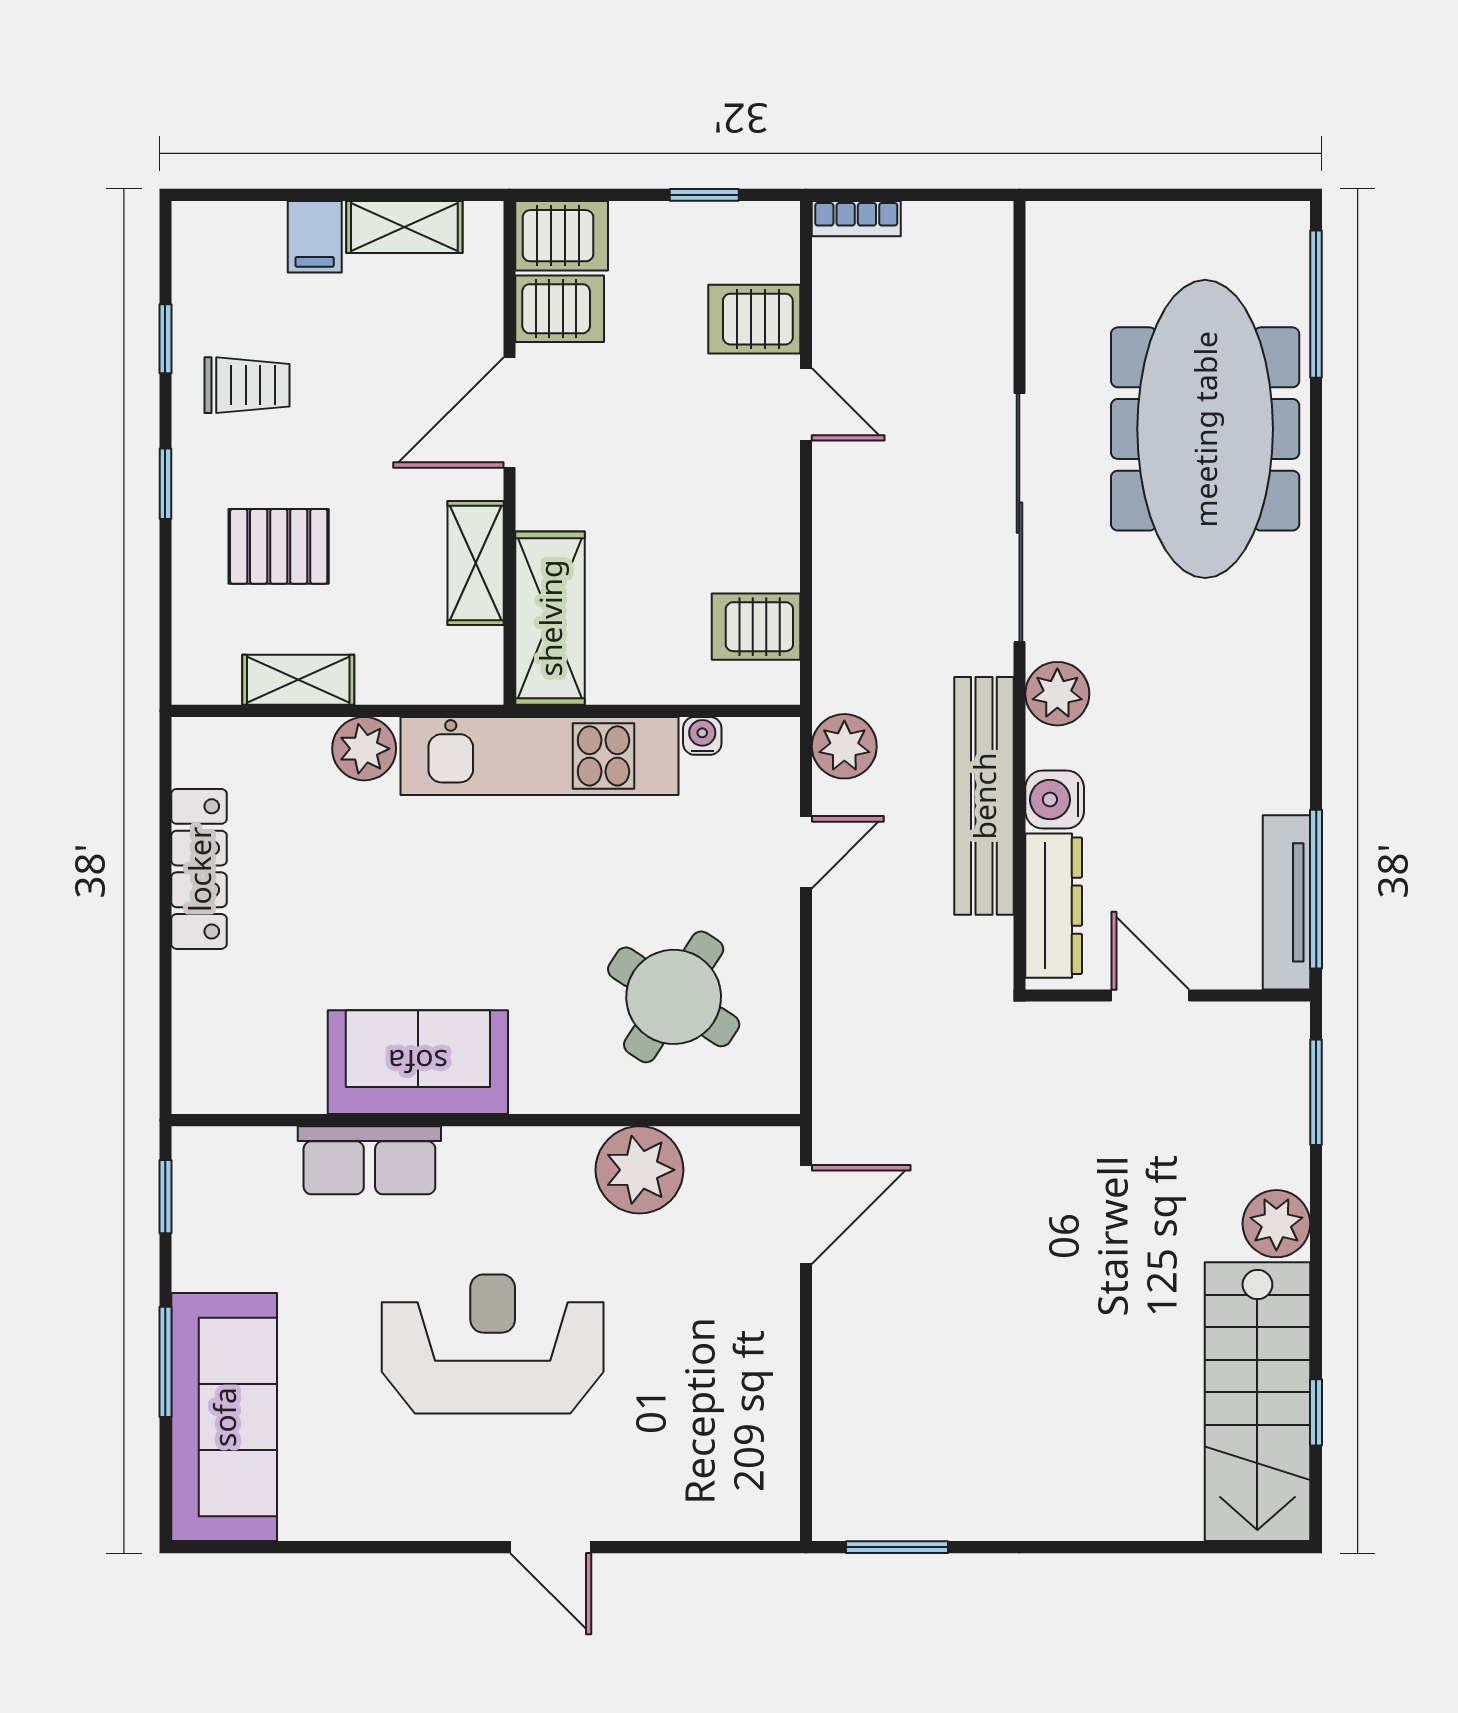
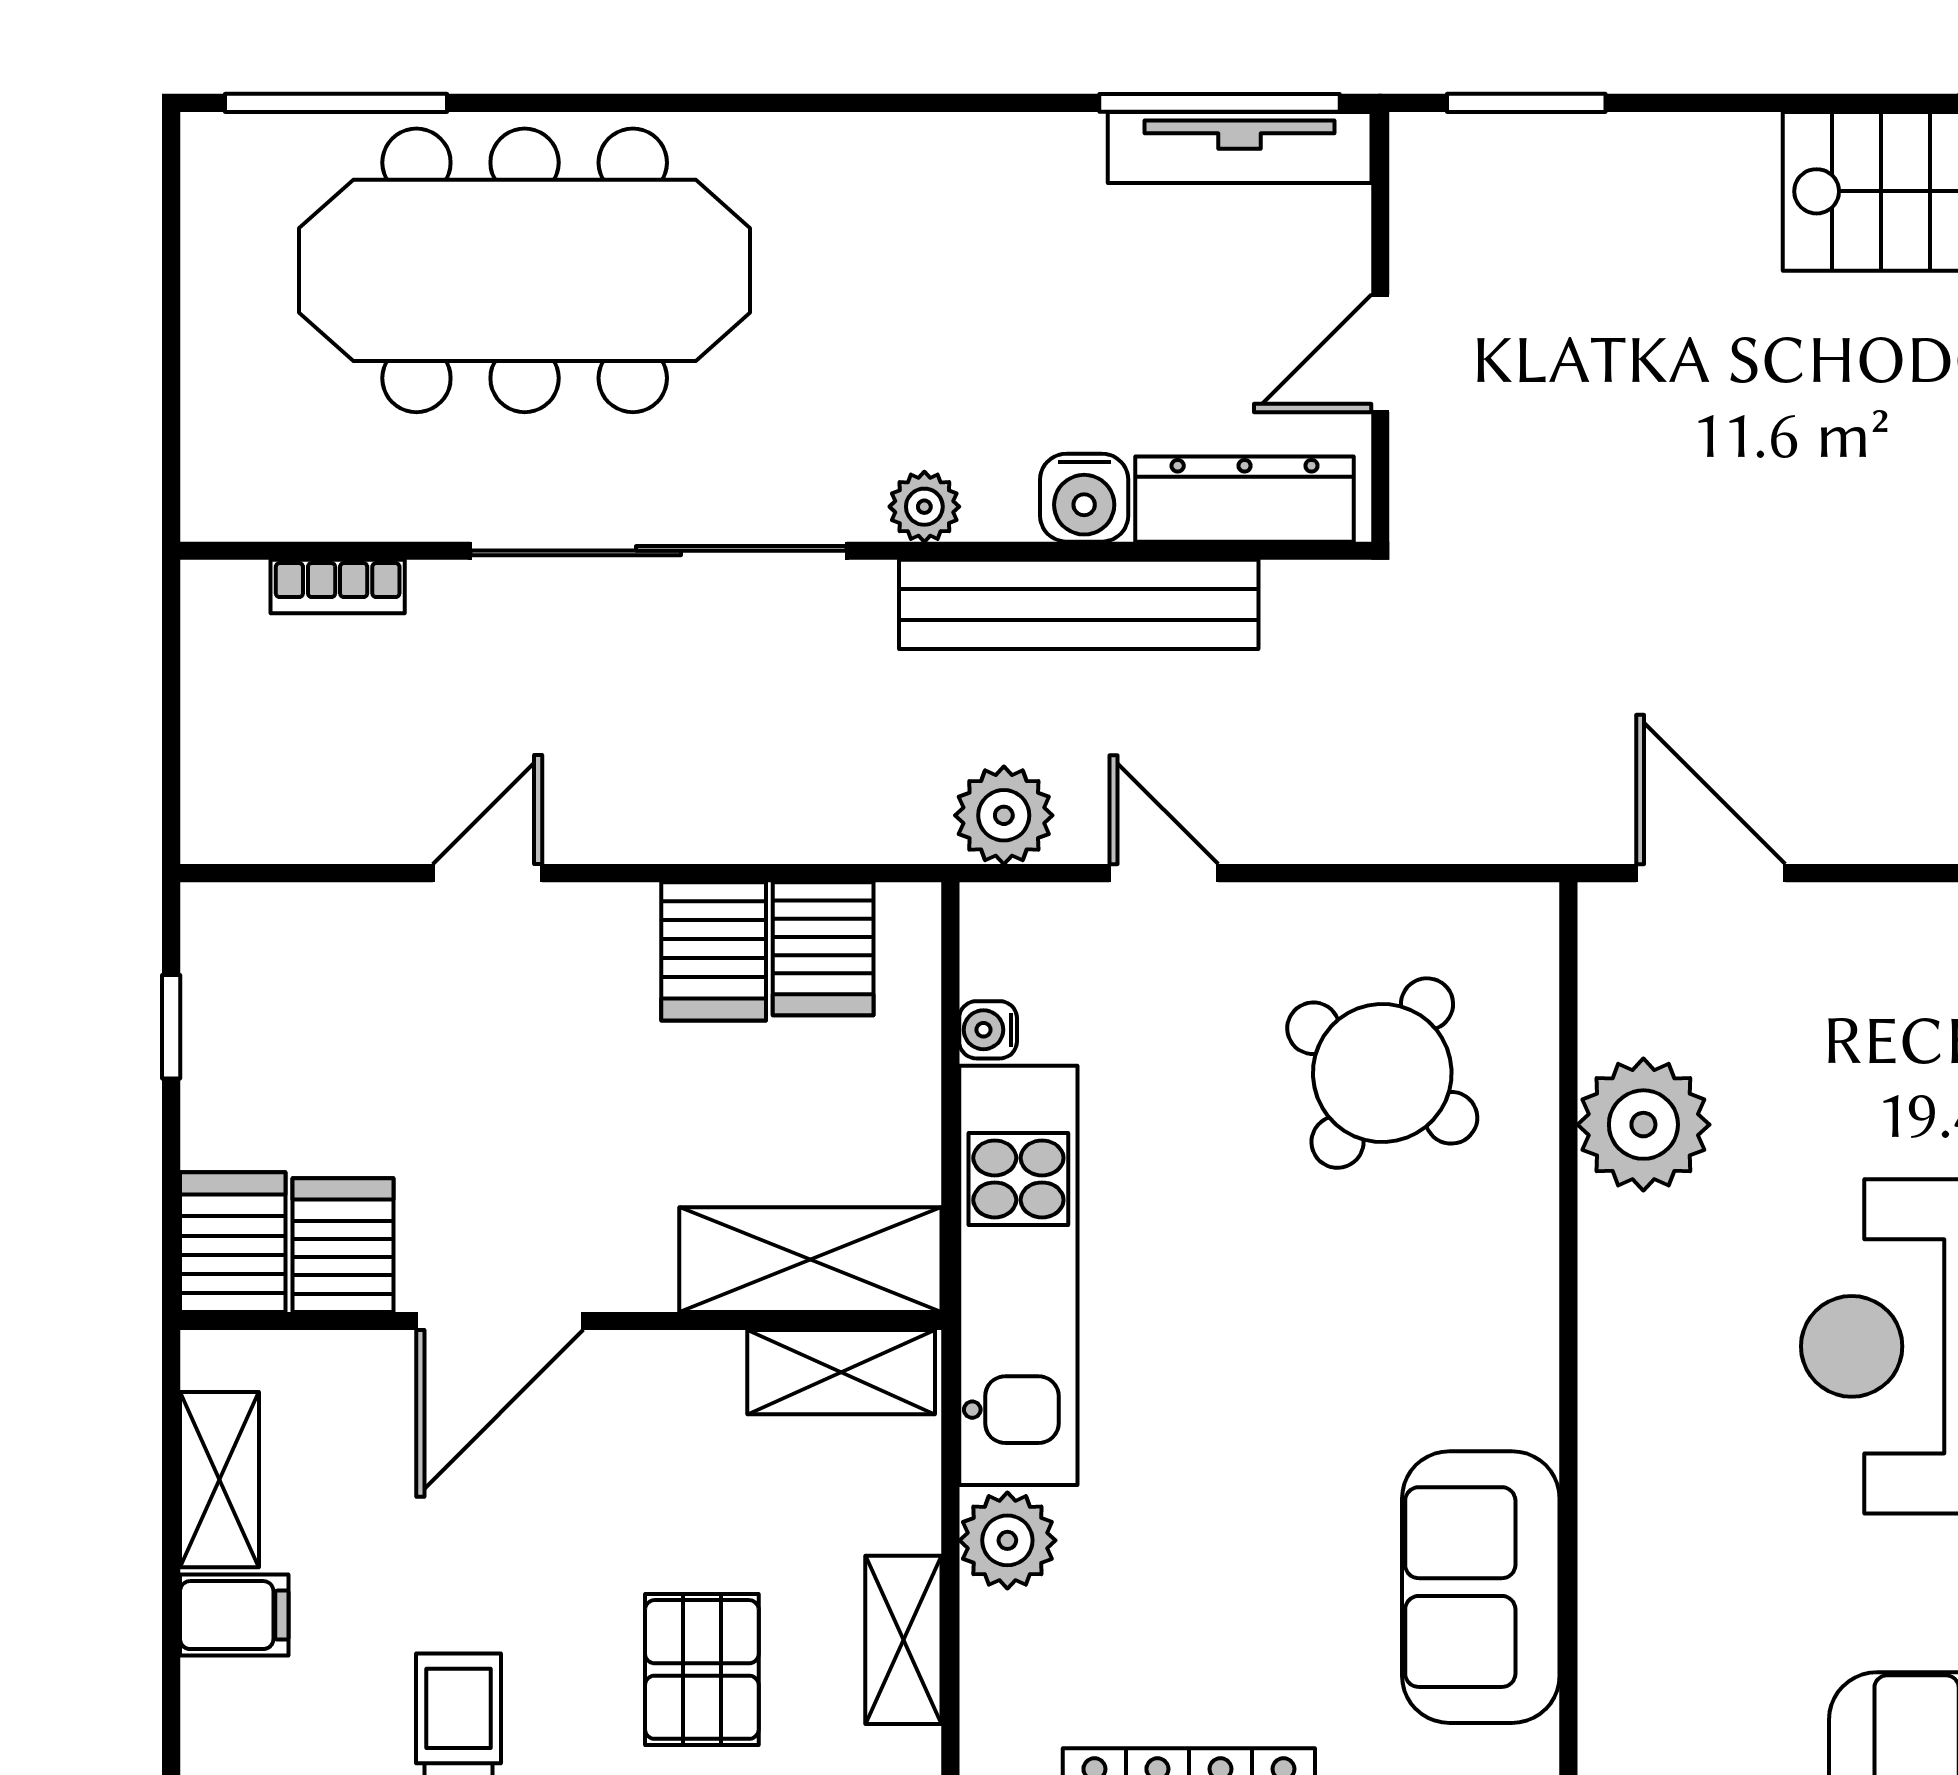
bookcase: (856, 219) -> (338, 586), moved, turned 90
server rack: (754, 319) -> (714, 951), moved
door: (509, 413) -> (500, 1321), hinge flipped
shelving: (476, 563) -> (841, 1372), moved
plant: (1057, 694) -> (924, 507), width x0.73, depth x0.73
sofa: (418, 1062) -> (1481, 1587), moved
row of seats: (369, 1160) -> (1629, 1532), removed
plant: (1276, 1224) -> (1725, 163), removed

